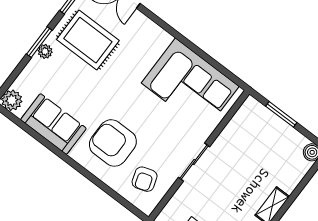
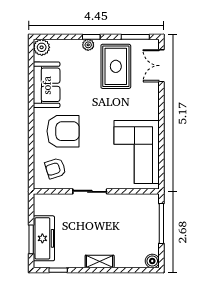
window: (39, 42) -> (91, 37), width x0.67
window: (281, 114) -> (161, 223), width x1.44
armchair: (113, 143) -> (63, 131), turned 90

